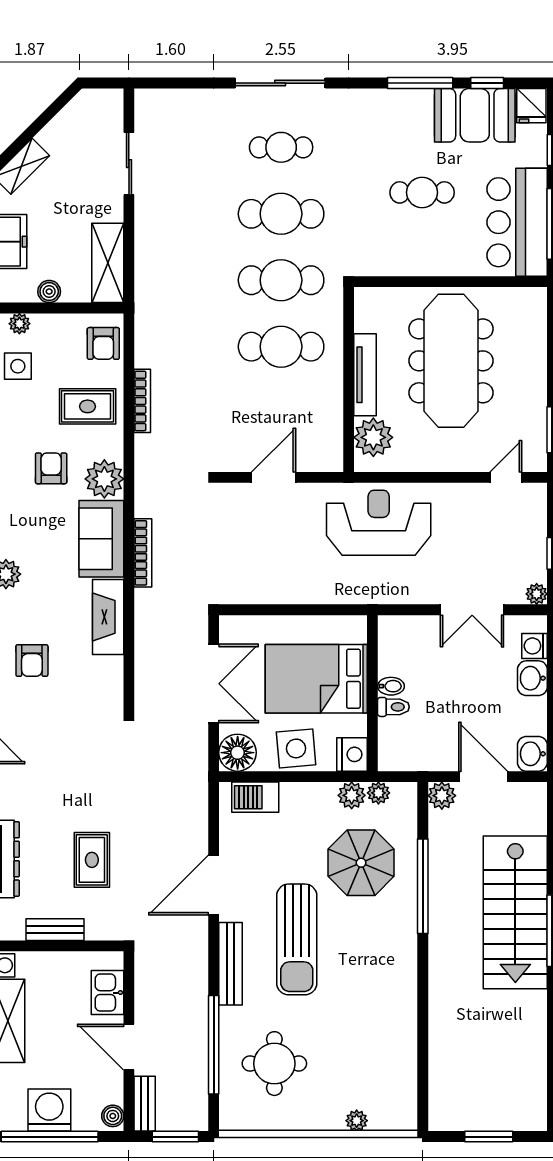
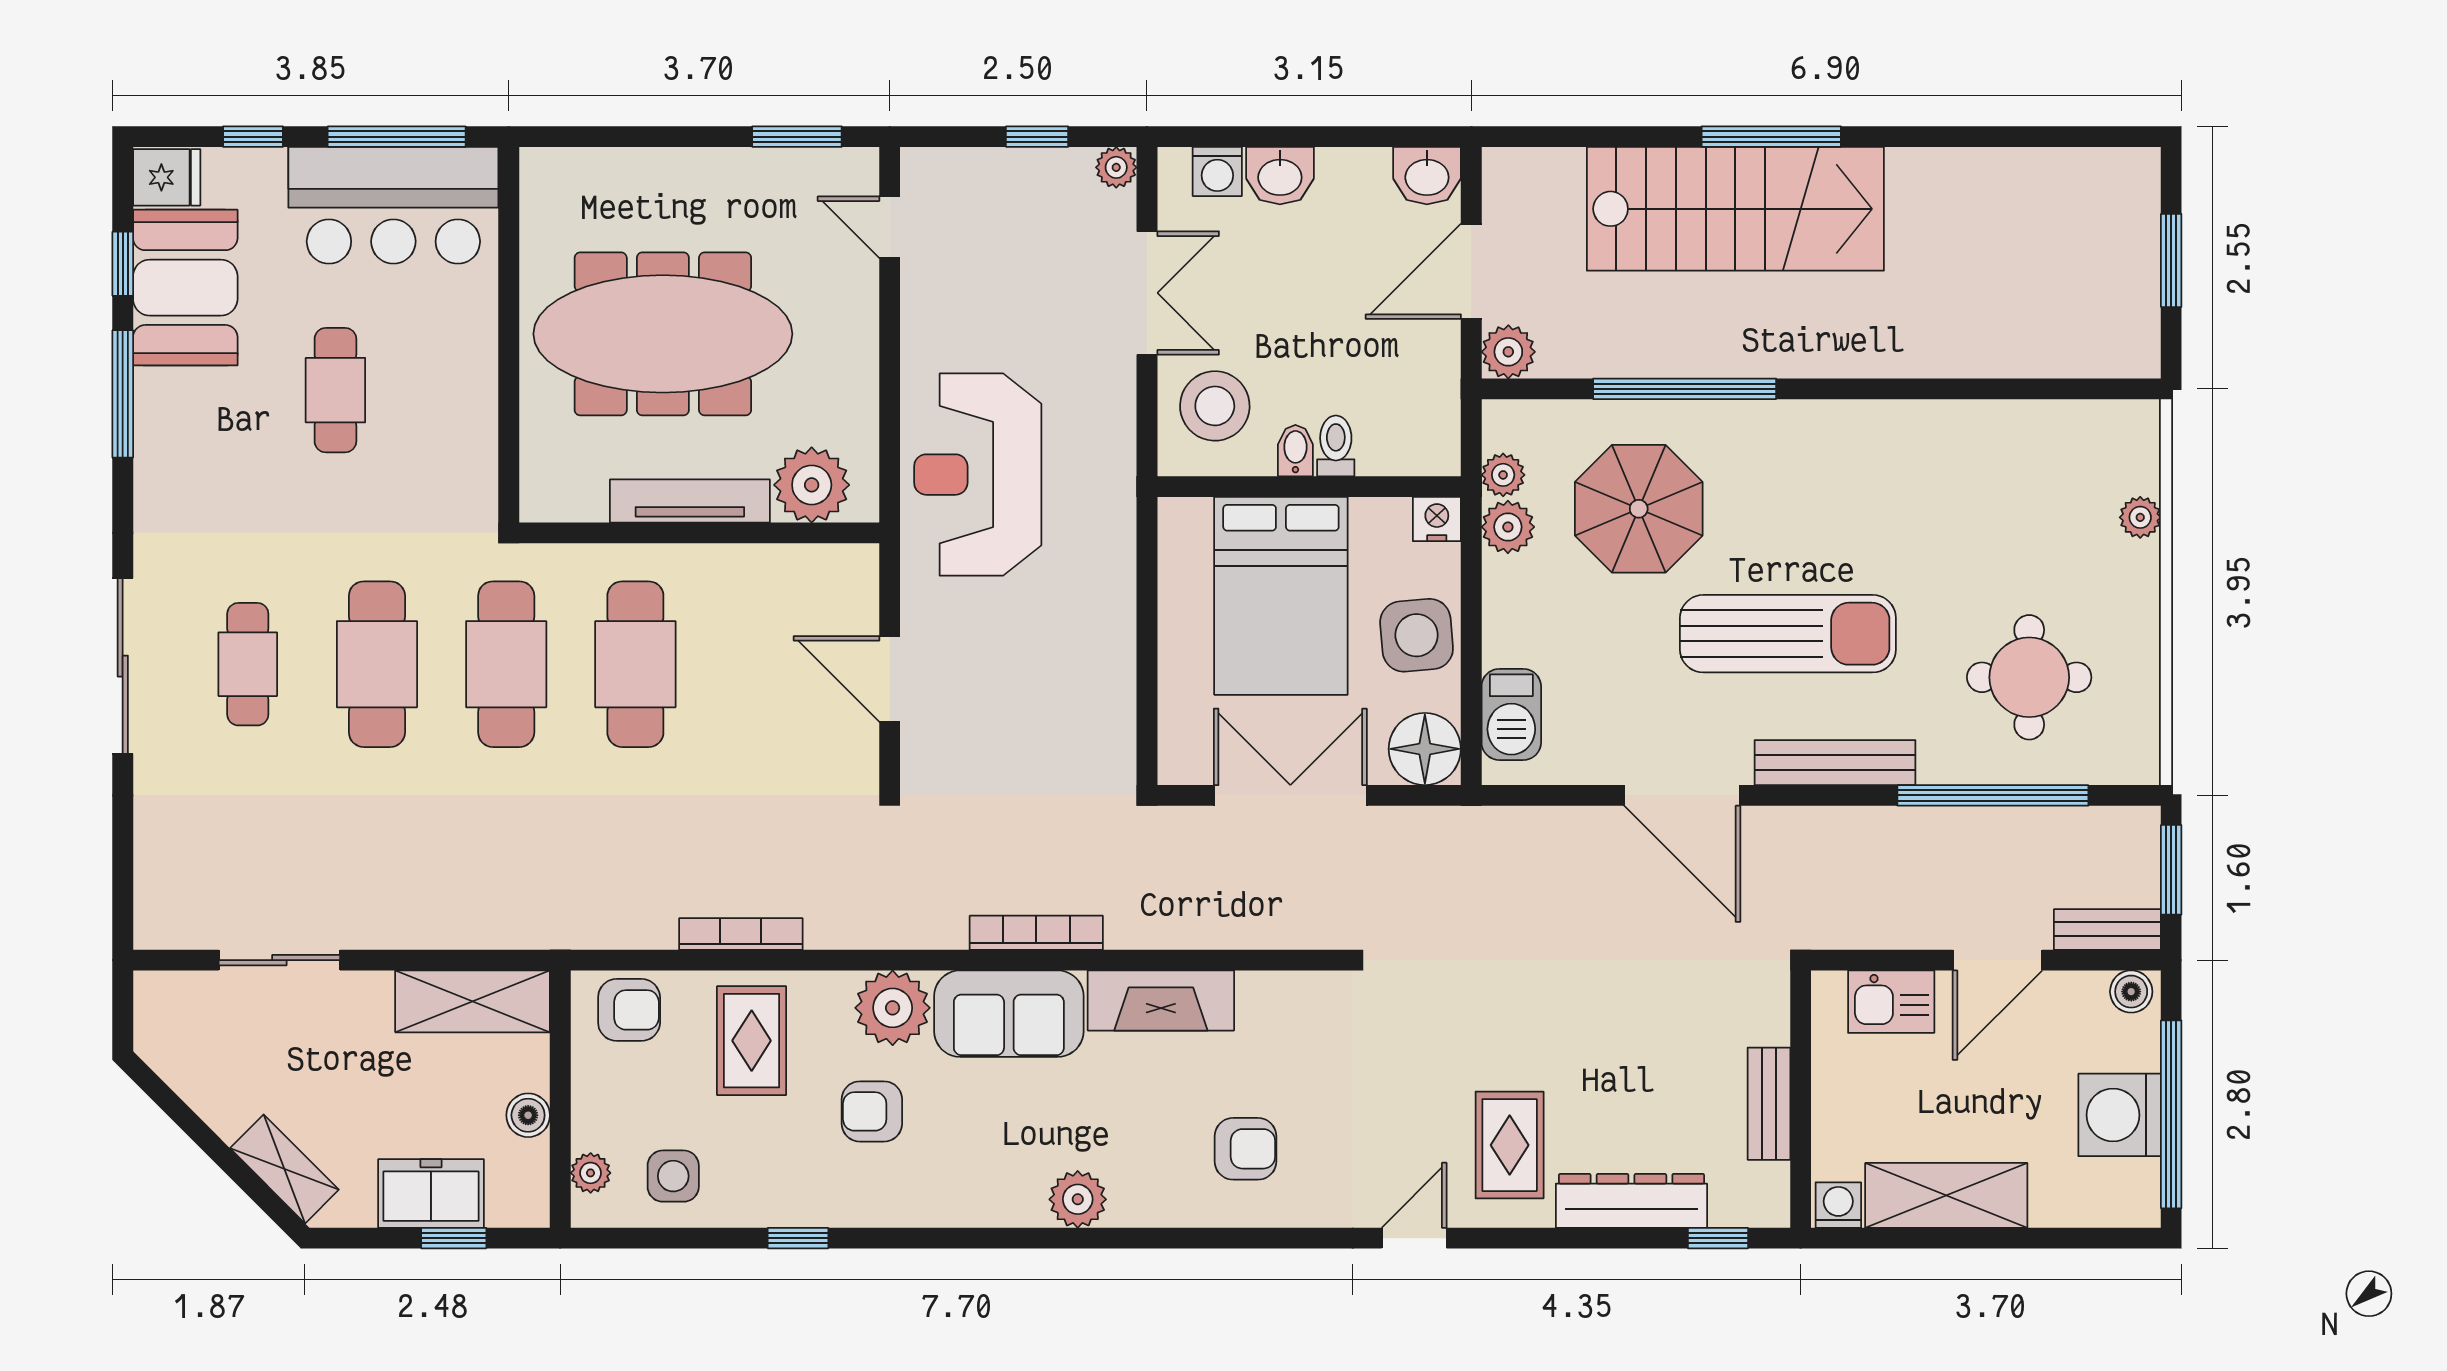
stool: (414, 645) -> (1215, 406), added
nightstand: (352, 754) -> (1437, 519), width x0.74, depth x0.75
rug: (92, 860) -> (1510, 1145), moved, turned 90

